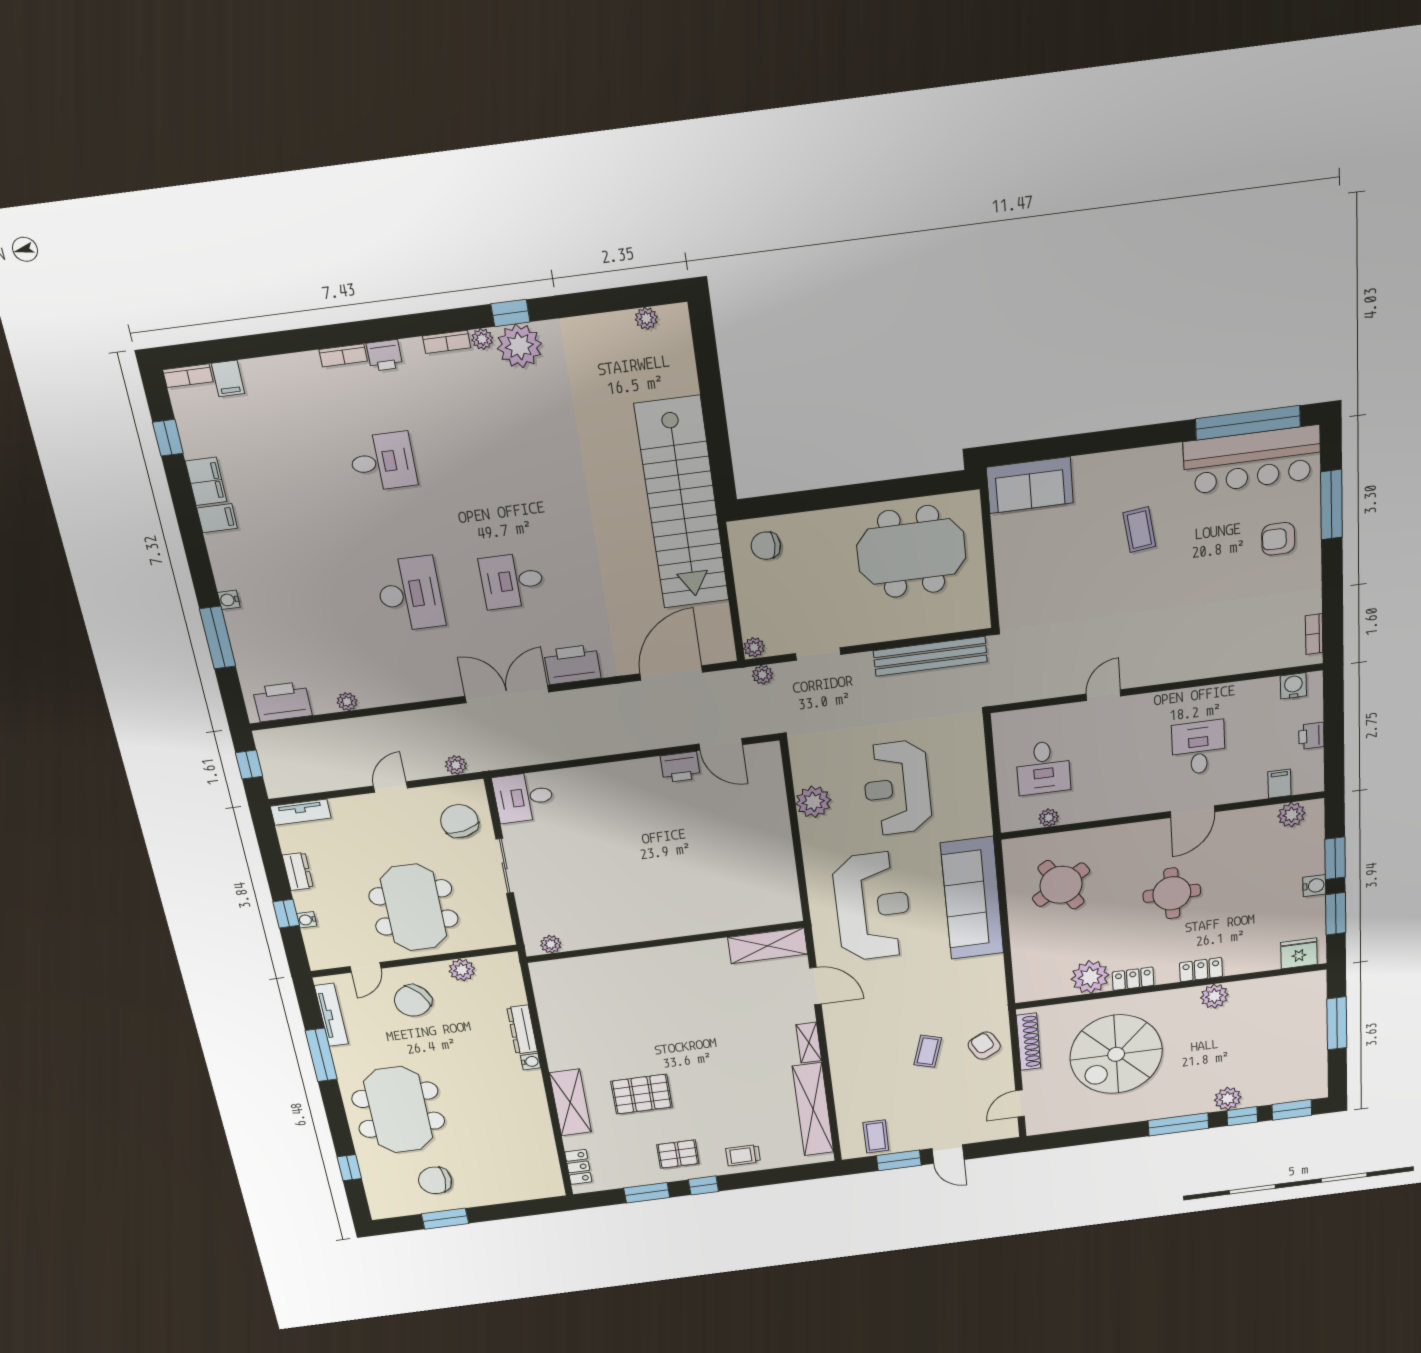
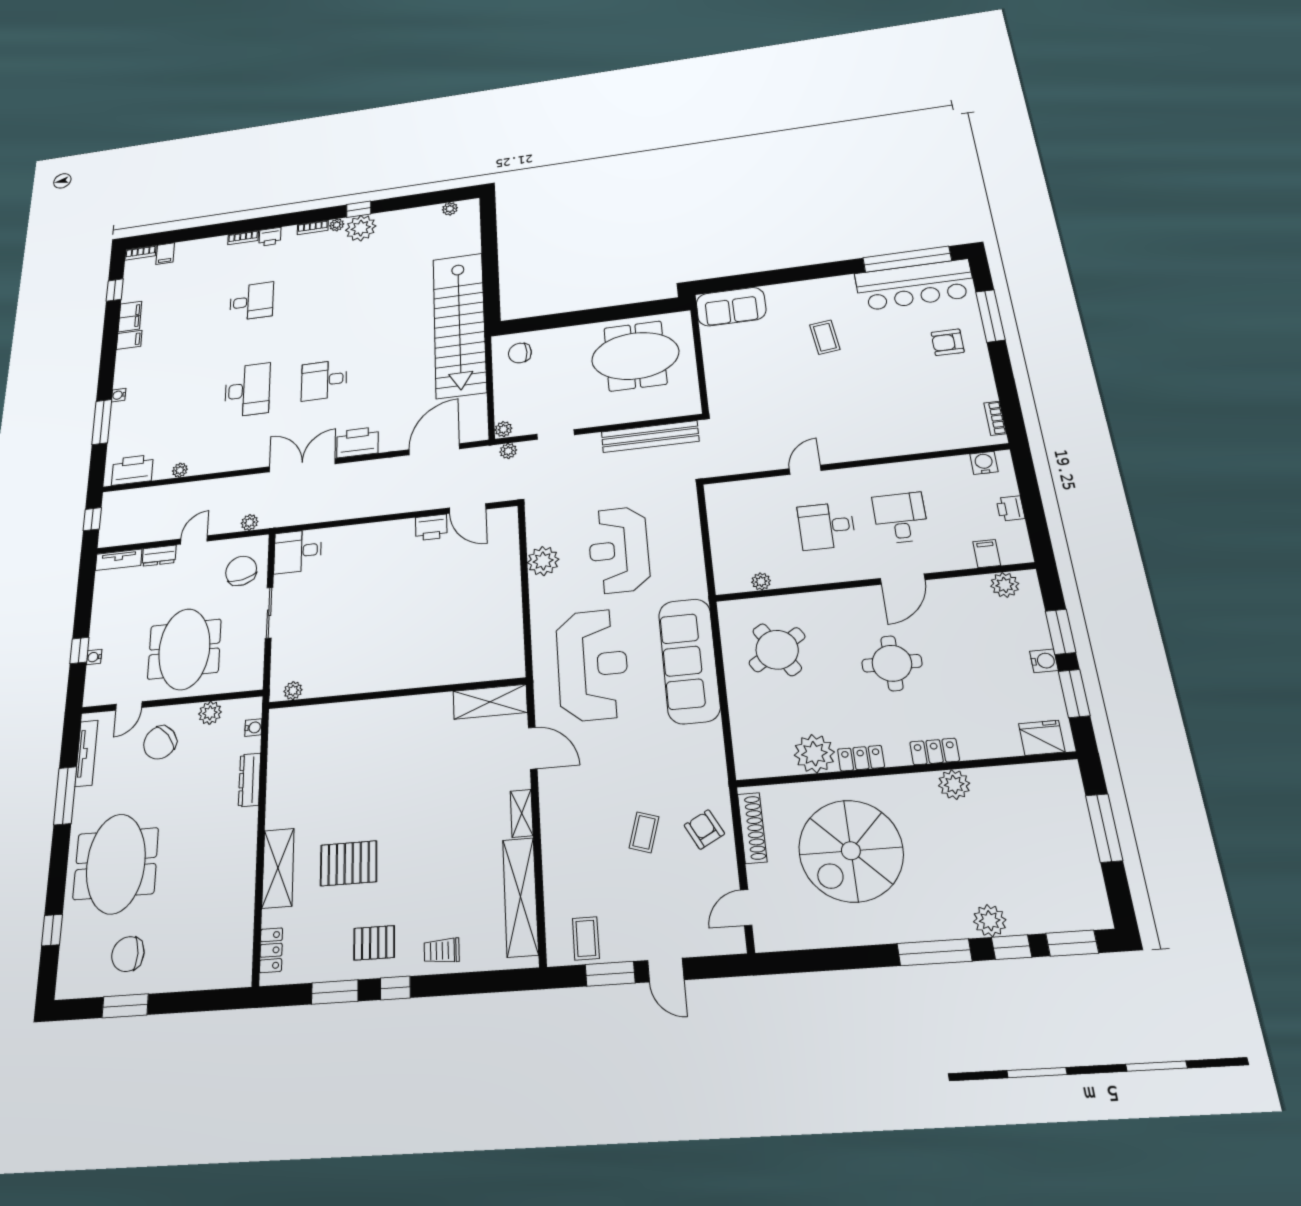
desk: (1043, 768) -> (826, 526), moved, turned 90
dresser: (298, 871) -> (159, 556), moved, turned 90
water cooler: (531, 1062) -> (253, 728), moved

